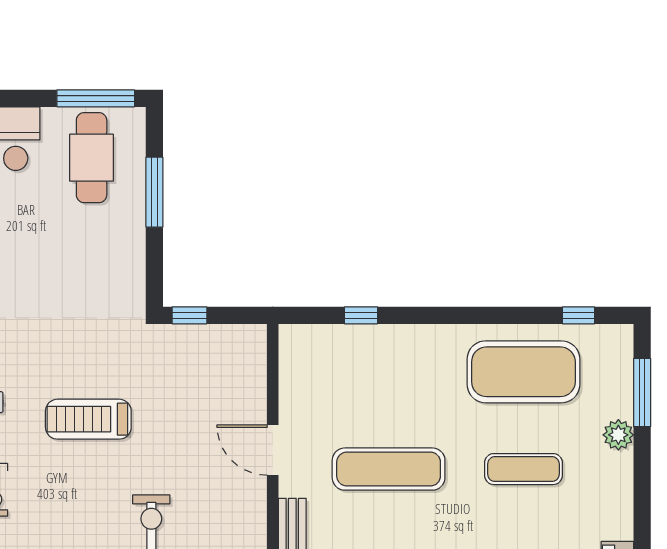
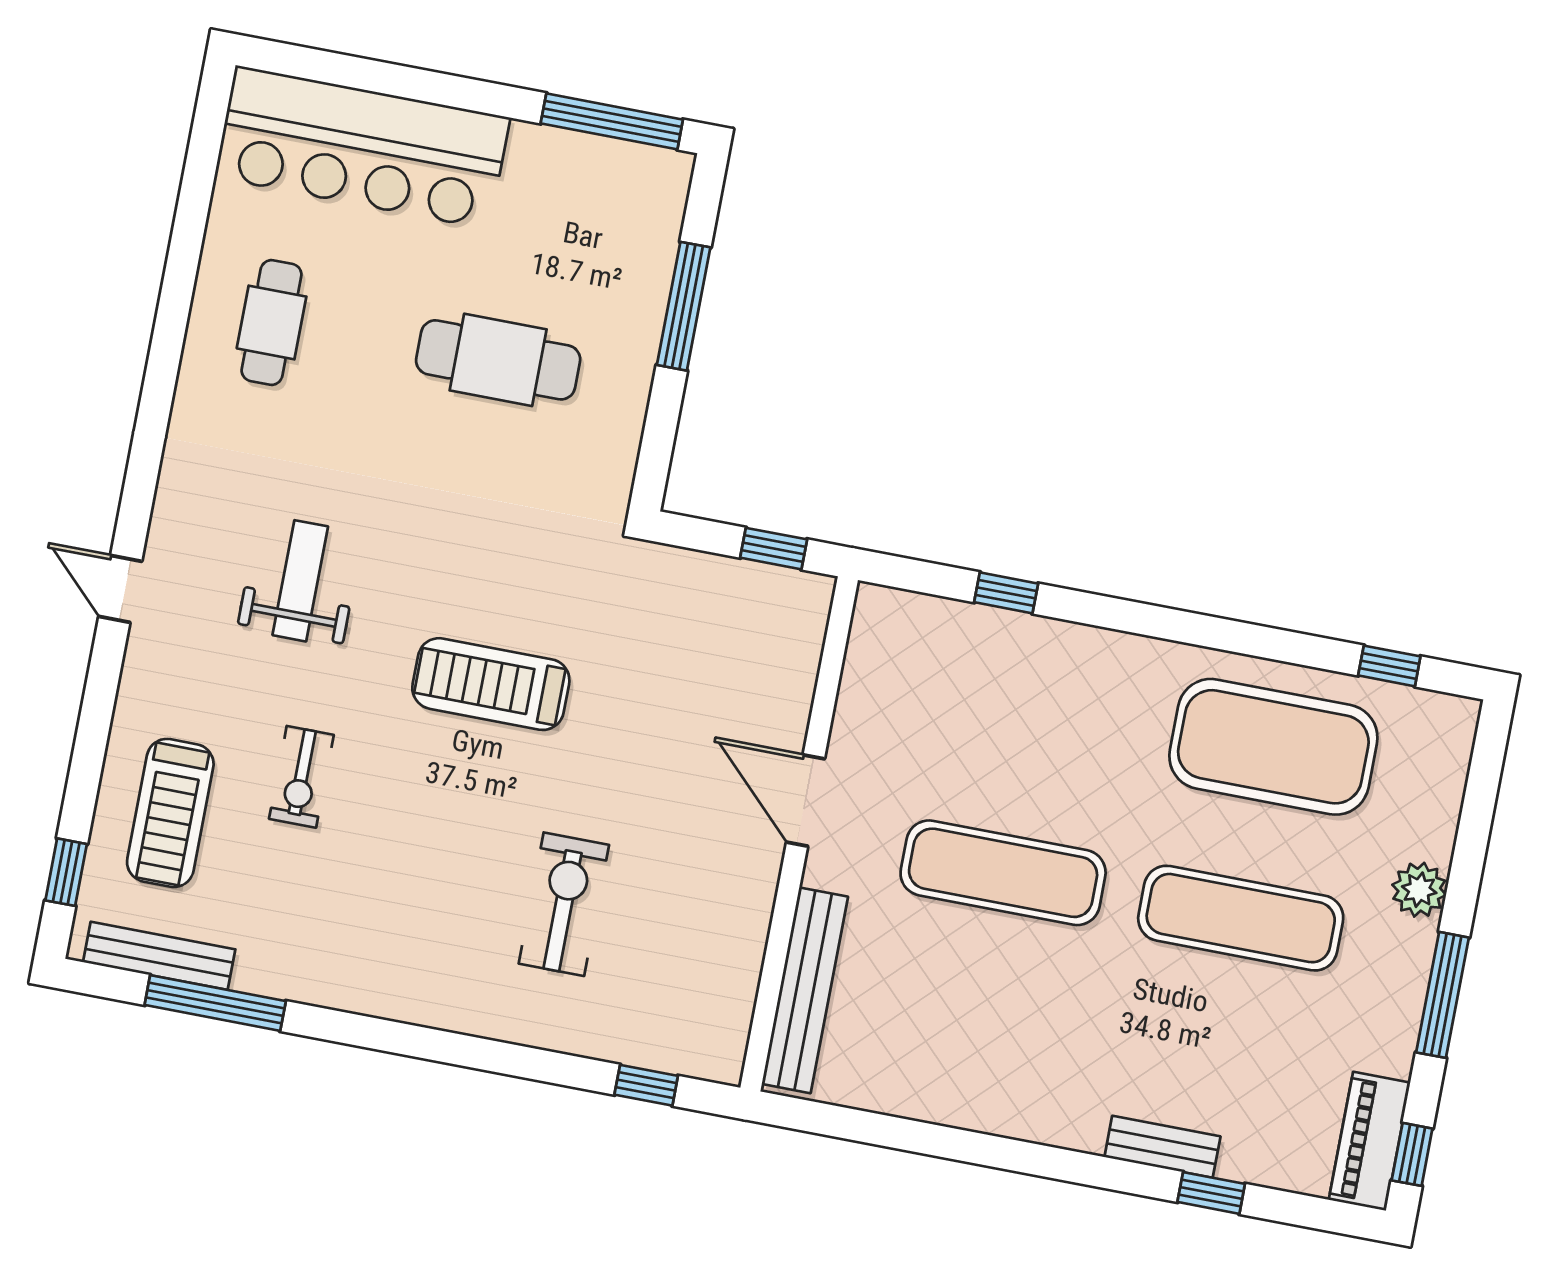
cafe table: (92, 158) -> (498, 360), moved, turned 90
window: (189, 315) -> (774, 549), moved
window: (642, 393) -> (1443, 995), moved
exercise mat: (523, 469) -> (1241, 918), width x1.36, depth x1.45

